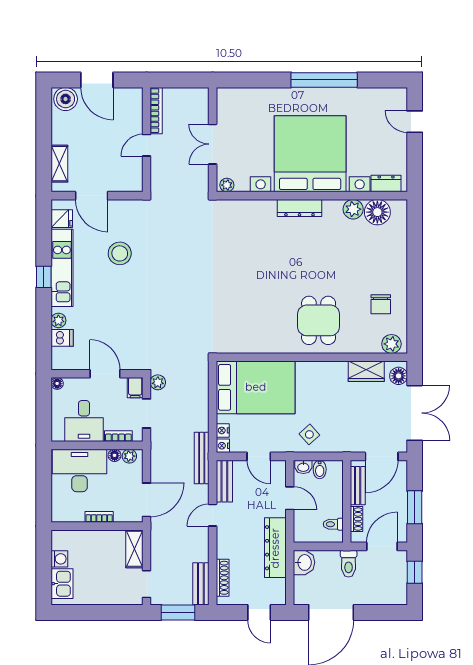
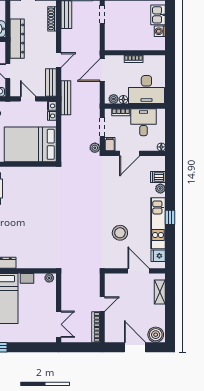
double door: (213, 144) -> (59, 324), moved
door: (105, 374) -> (130, 153), hinge flipped
shelving: (134, 549) -> (110, 38), removed

